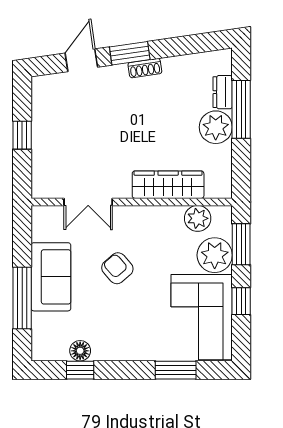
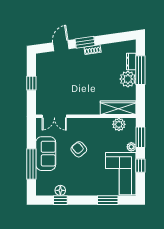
wardrobe: (168, 185) -> (118, 108), moved
double door: (88, 202) -> (54, 116), moved
plant: (215, 255) -> (131, 147), width x0.53, depth x0.53

